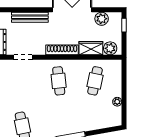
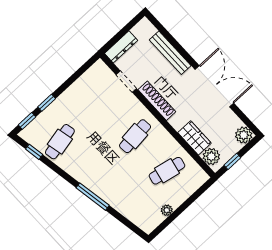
plant: (102, 19) -> (244, 135), moved
window: (124, 25) -> (232, 161), moved
shoe rack: (62, 50) -> (157, 101), moved

